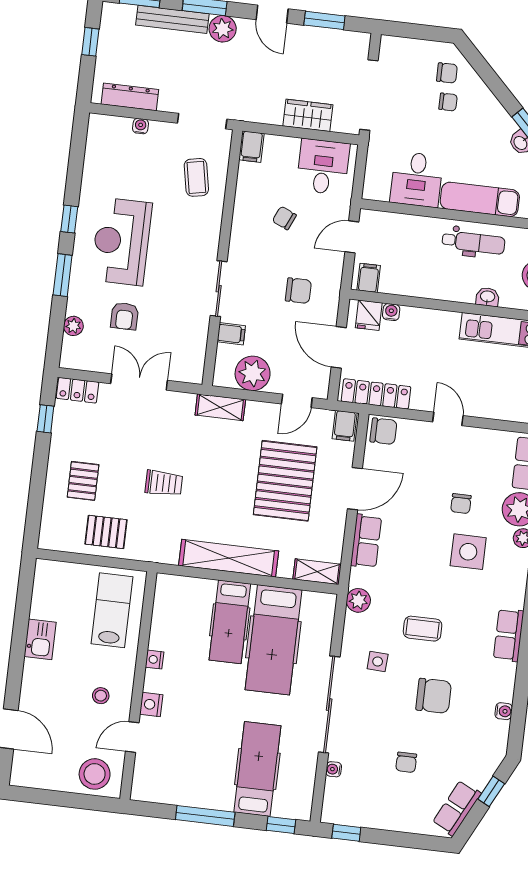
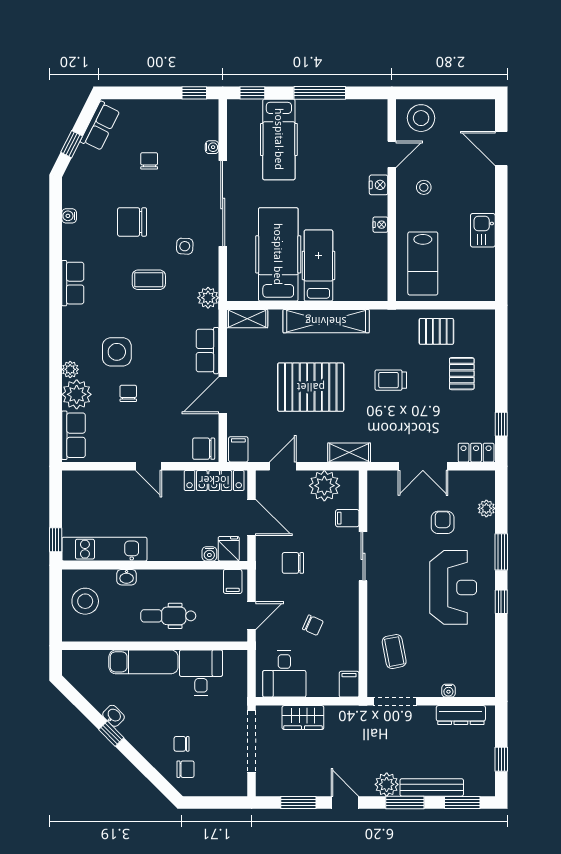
chair: (447, 73) -> (185, 769), turned 180
dental chair: (473, 242) -> (168, 616), moved
pallet: (285, 481) -> (311, 387), moved, turned 90

